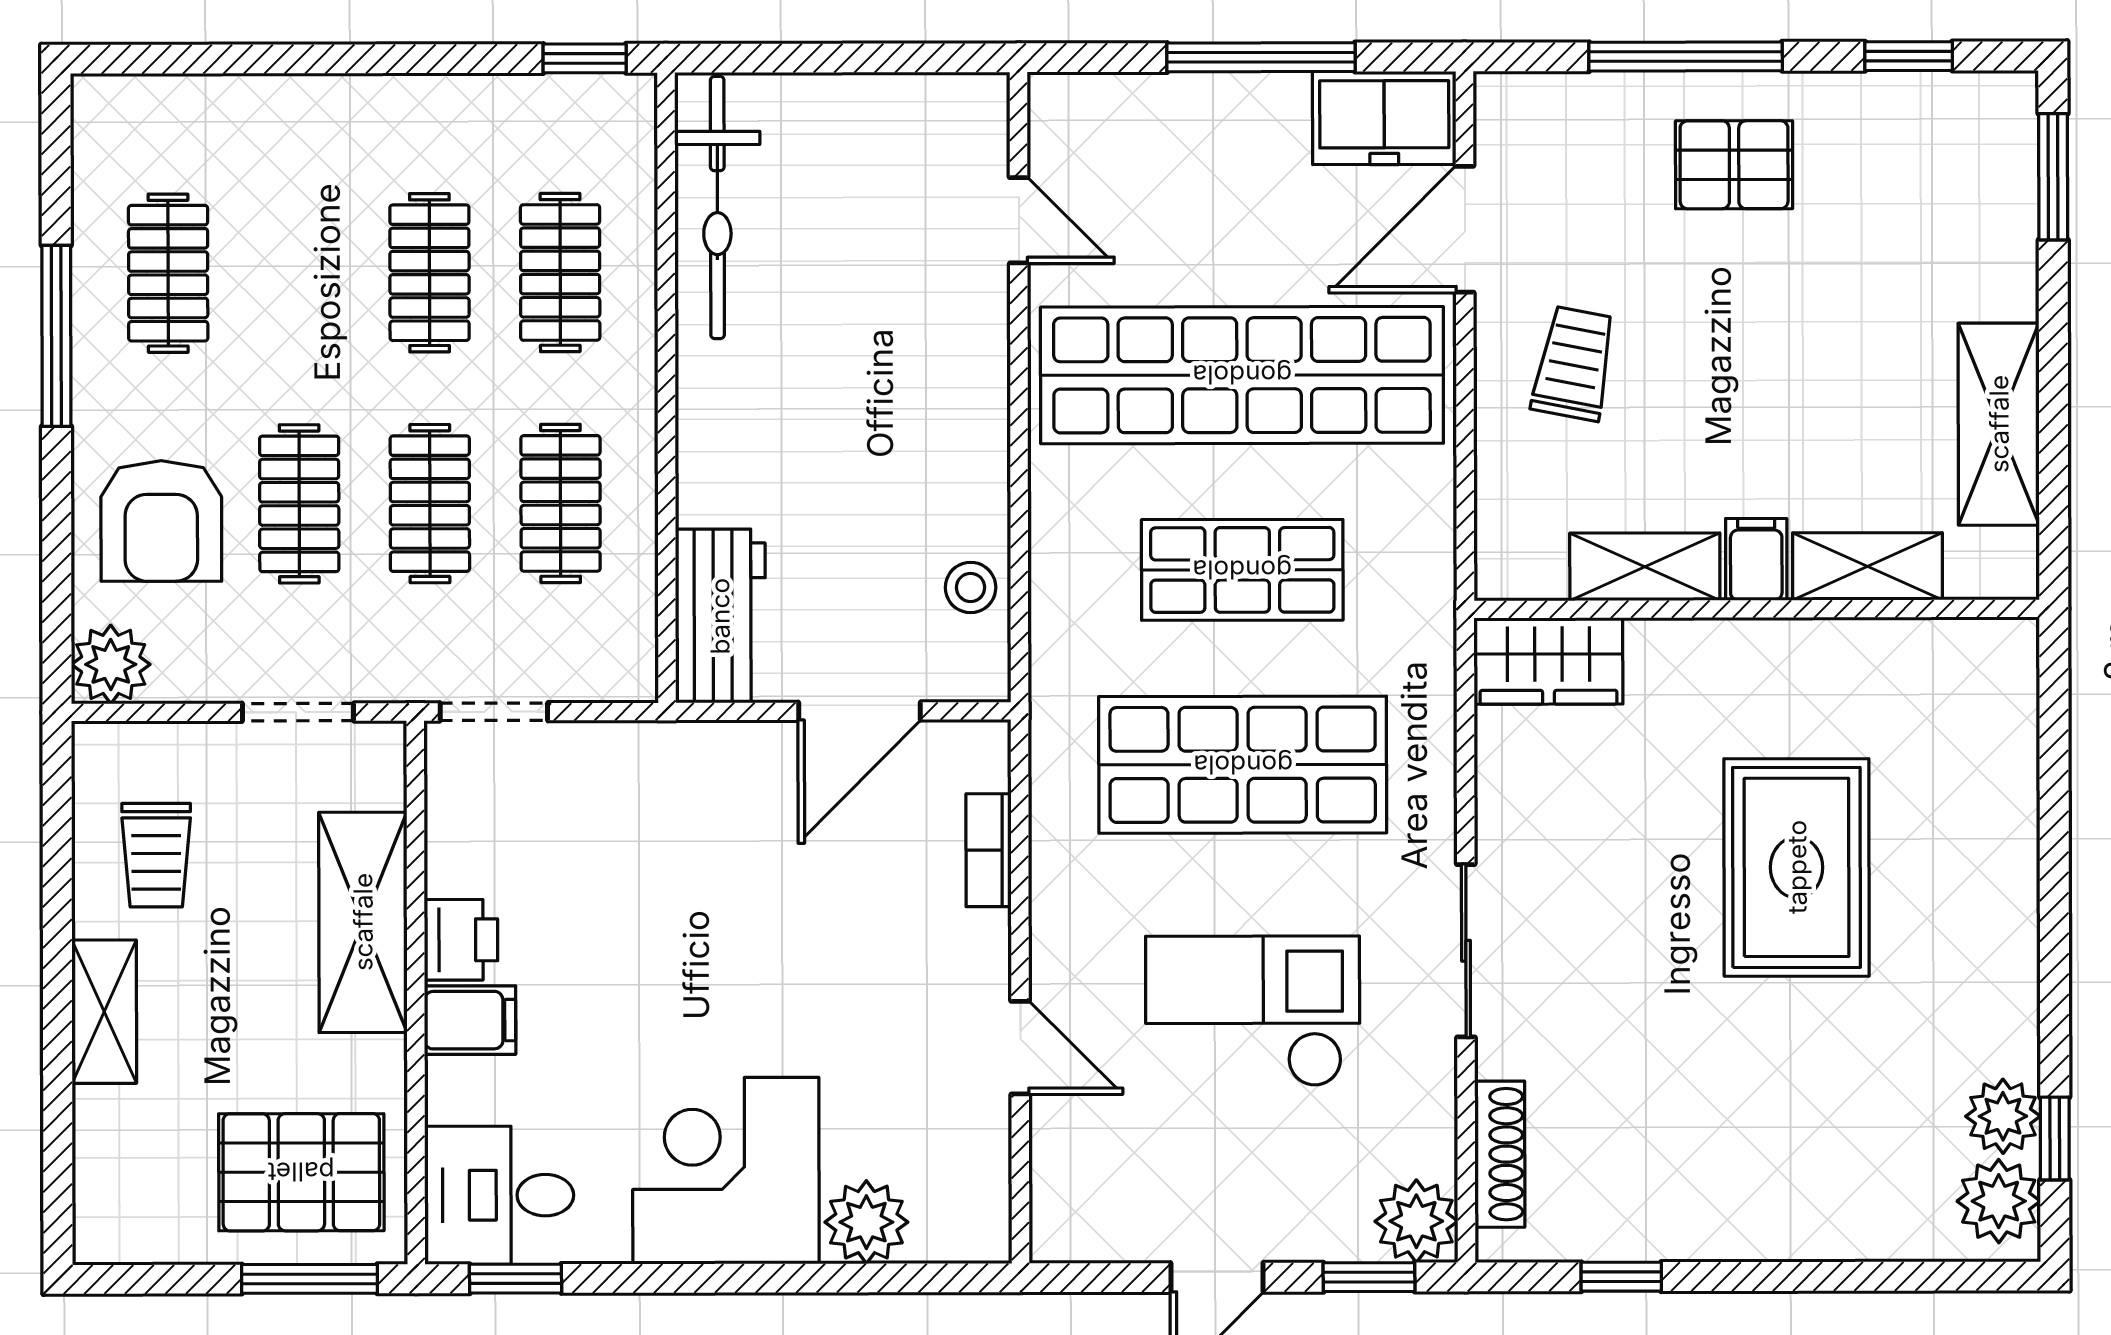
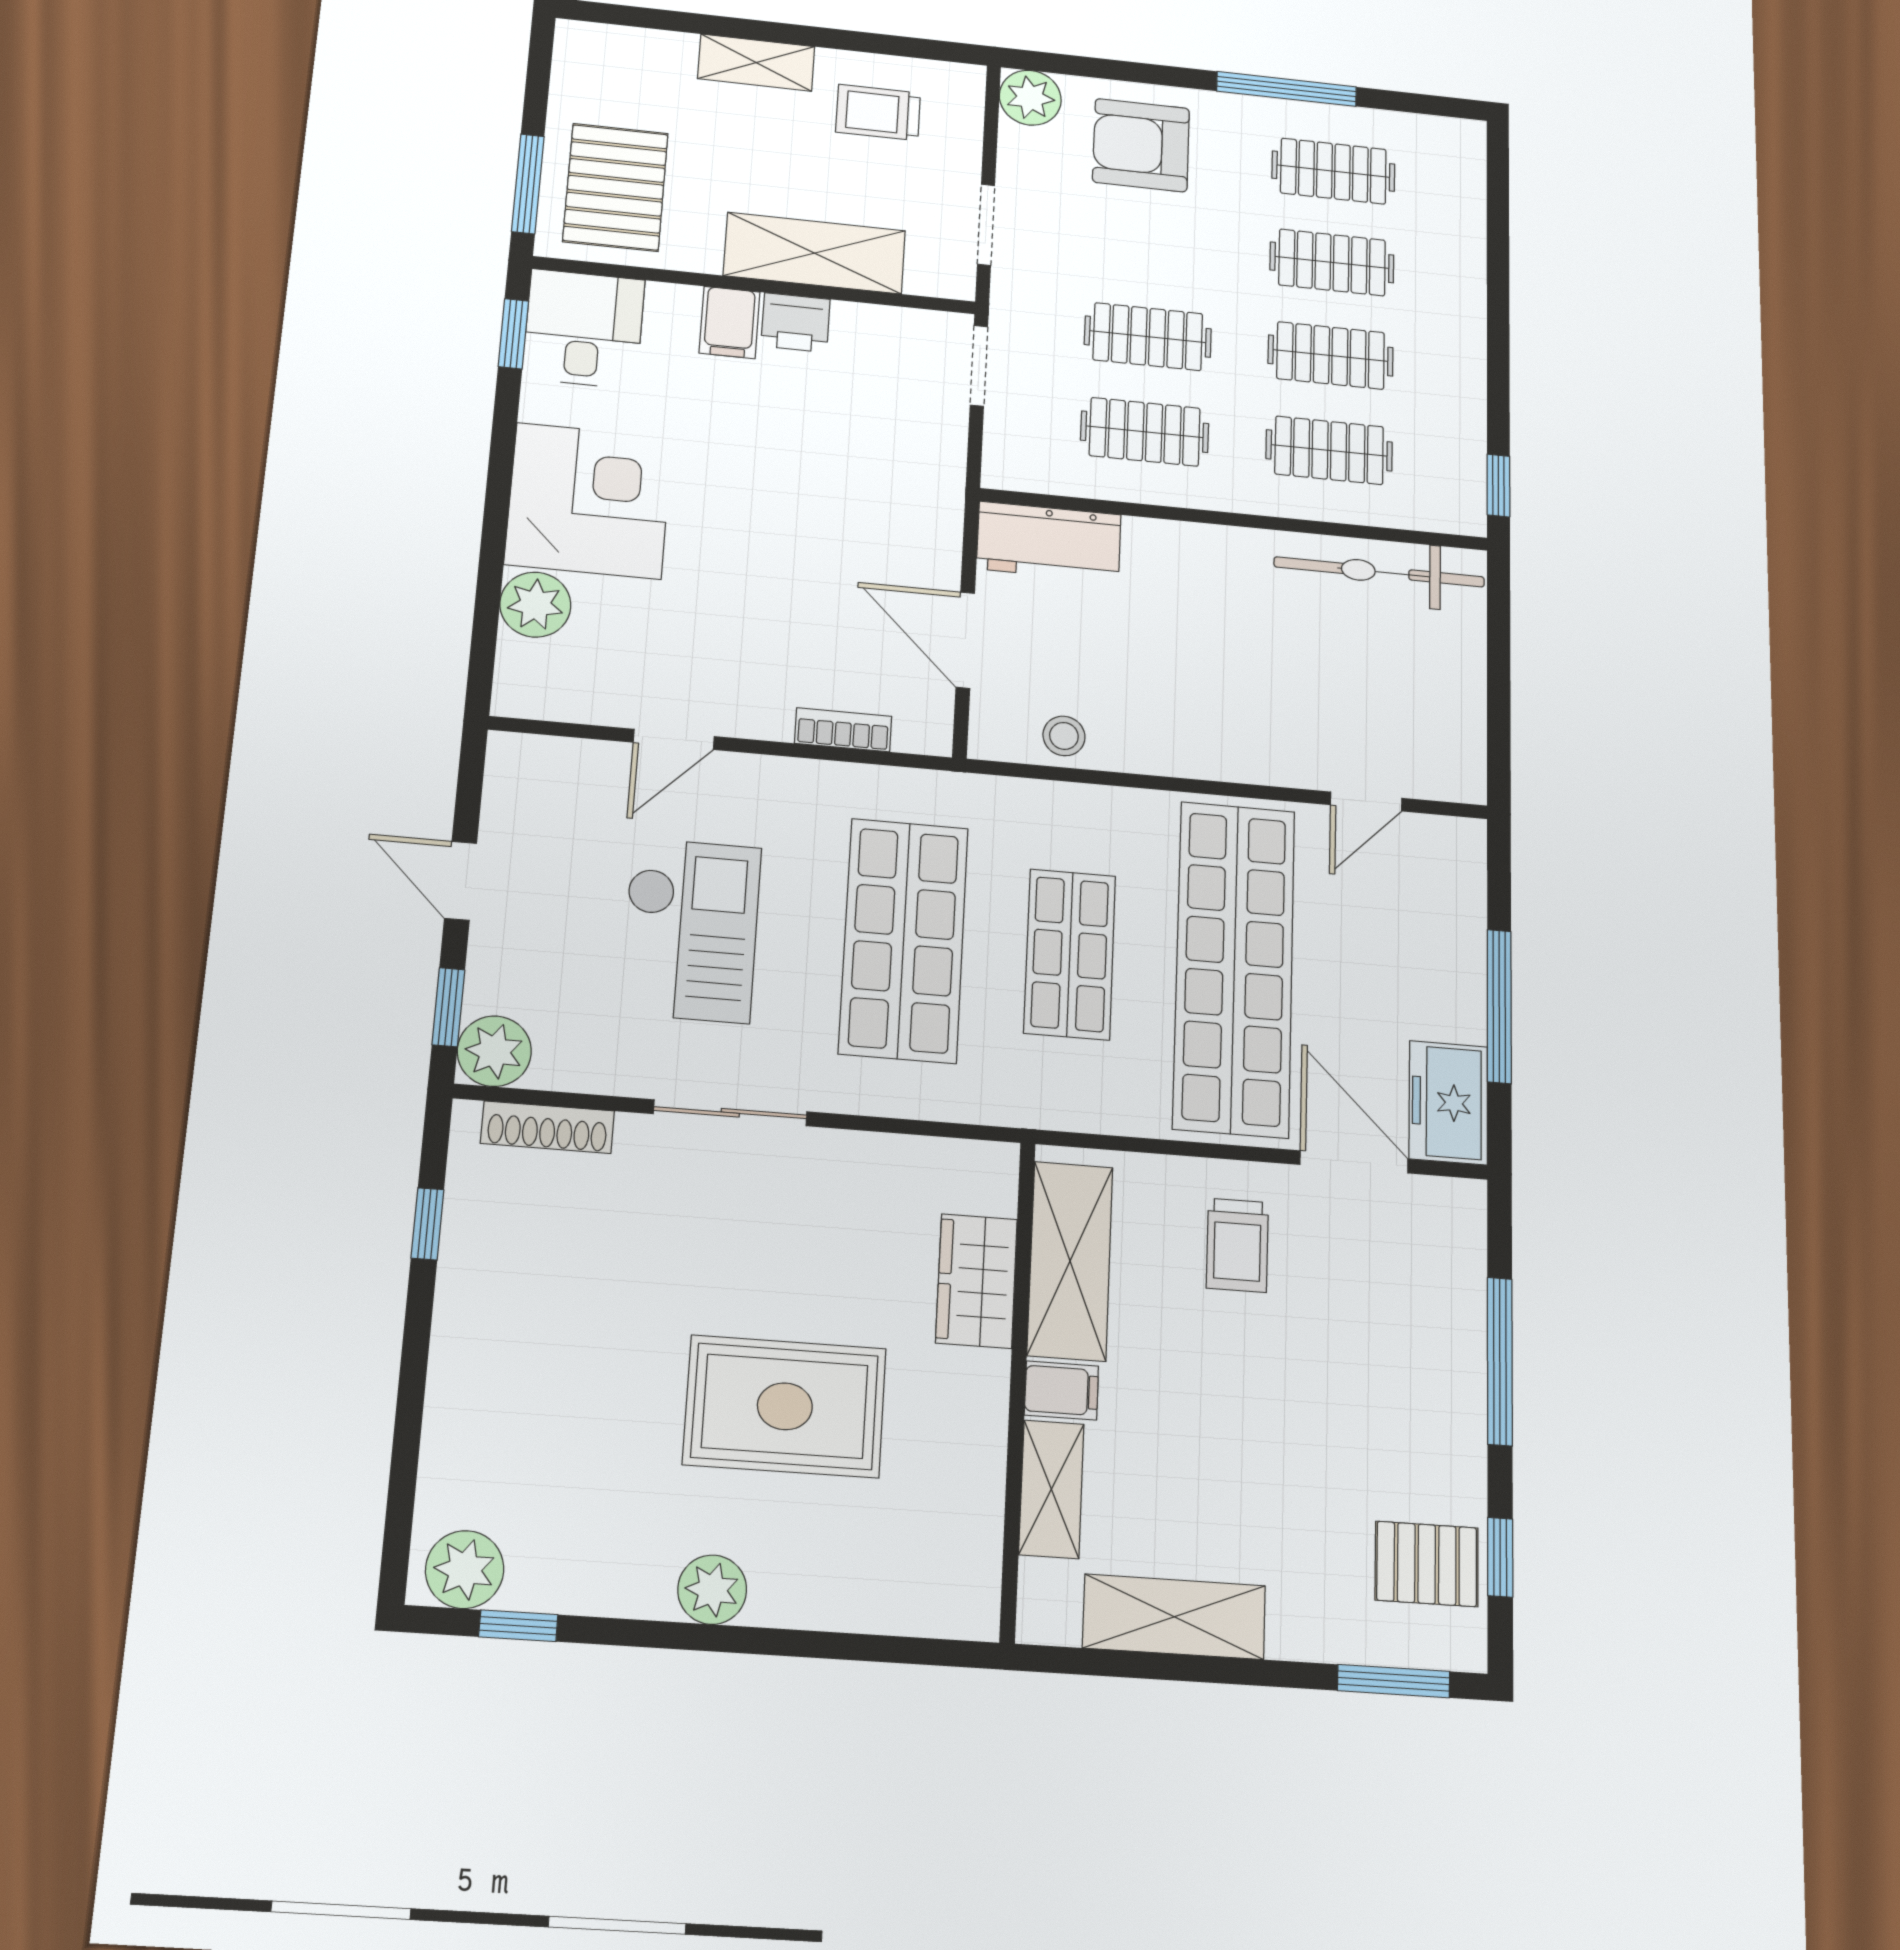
pallet: (1734, 165) -> (1427, 1564), moved, turned 90
trolley: (1574, 364) -> (1237, 1245), turned 79
clothes rail: (299, 504) -> (1332, 262), moved
shelving: (1645, 567) -> (1070, 1261), width x1.50, depth x1.33
wardrobe: (1548, 661) -> (977, 1281), moved
plant: (2003, 1116) -> (712, 1590), moved

